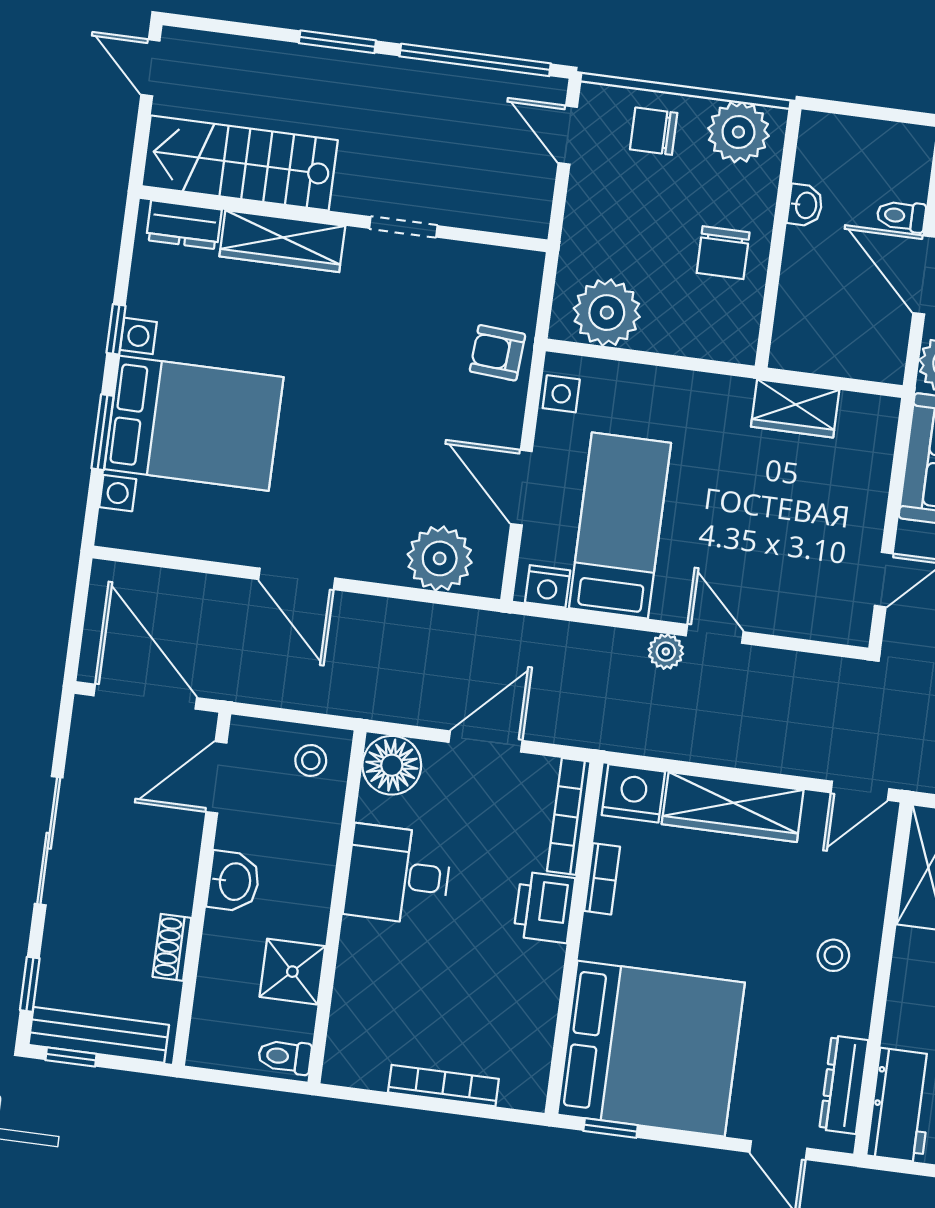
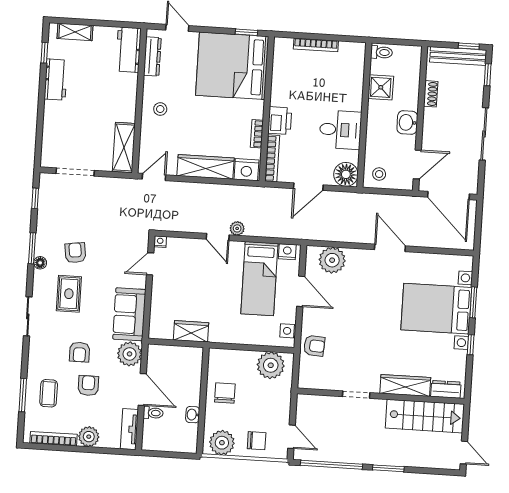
nightstand: (856, 632) -> (160, 242), added

